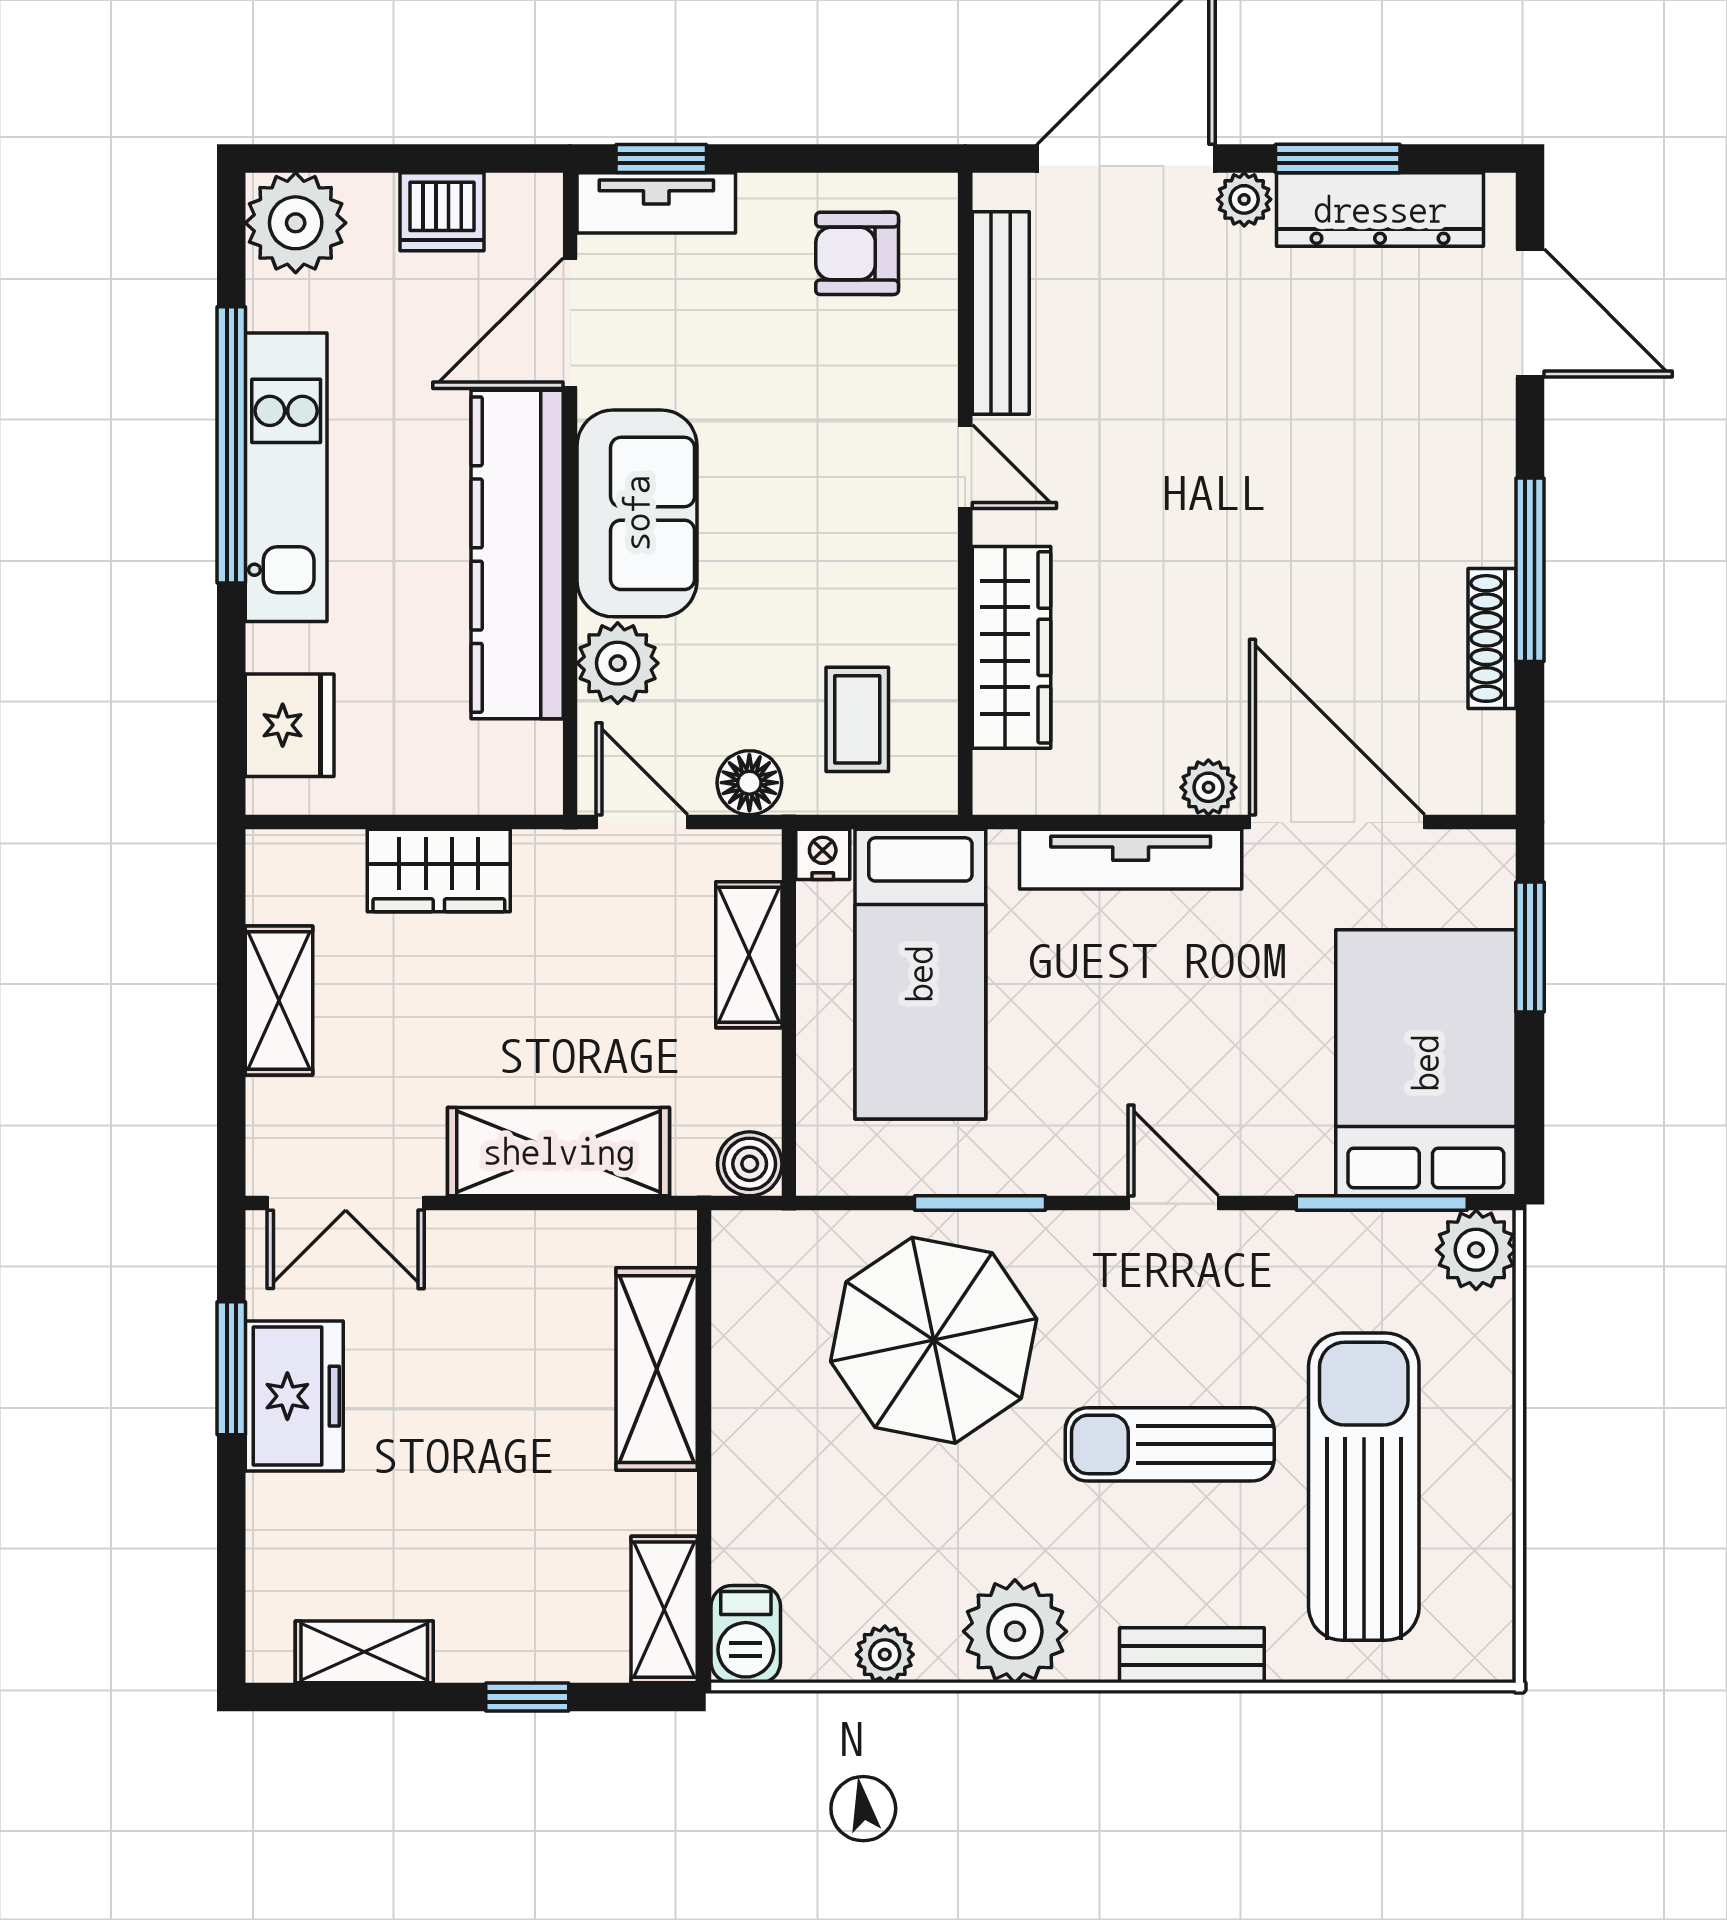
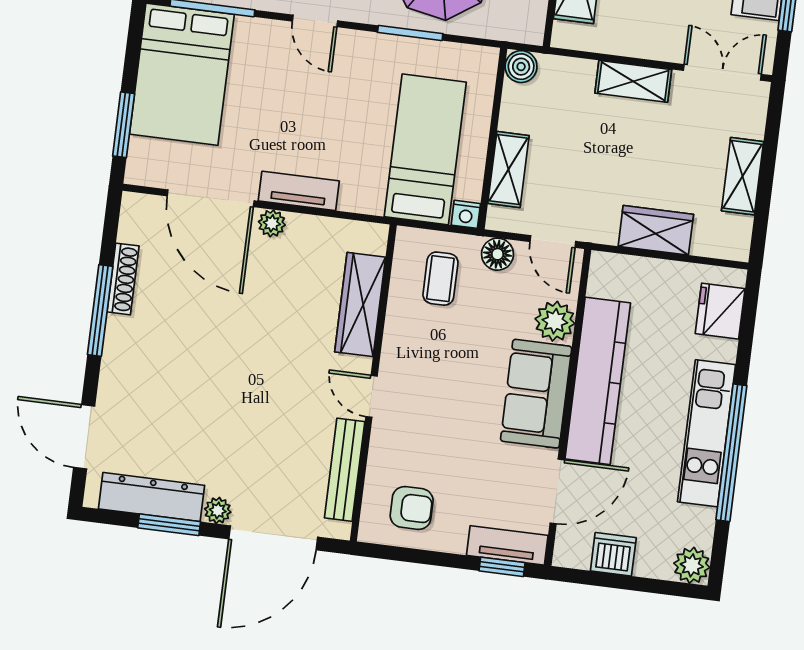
plant: (296, 223) -> (692, 565), width x0.73, depth x0.73
tv unit: (1131, 859) -> (299, 191), width x0.71
shelving: (559, 1152) -> (633, 81), width x0.67, depth x0.75

